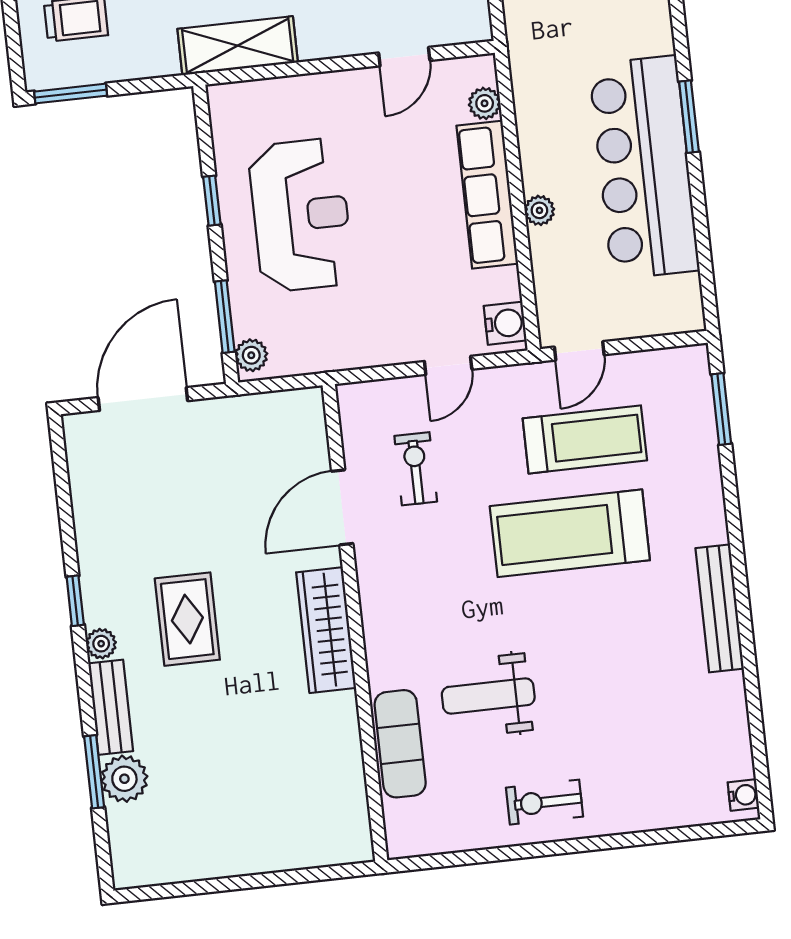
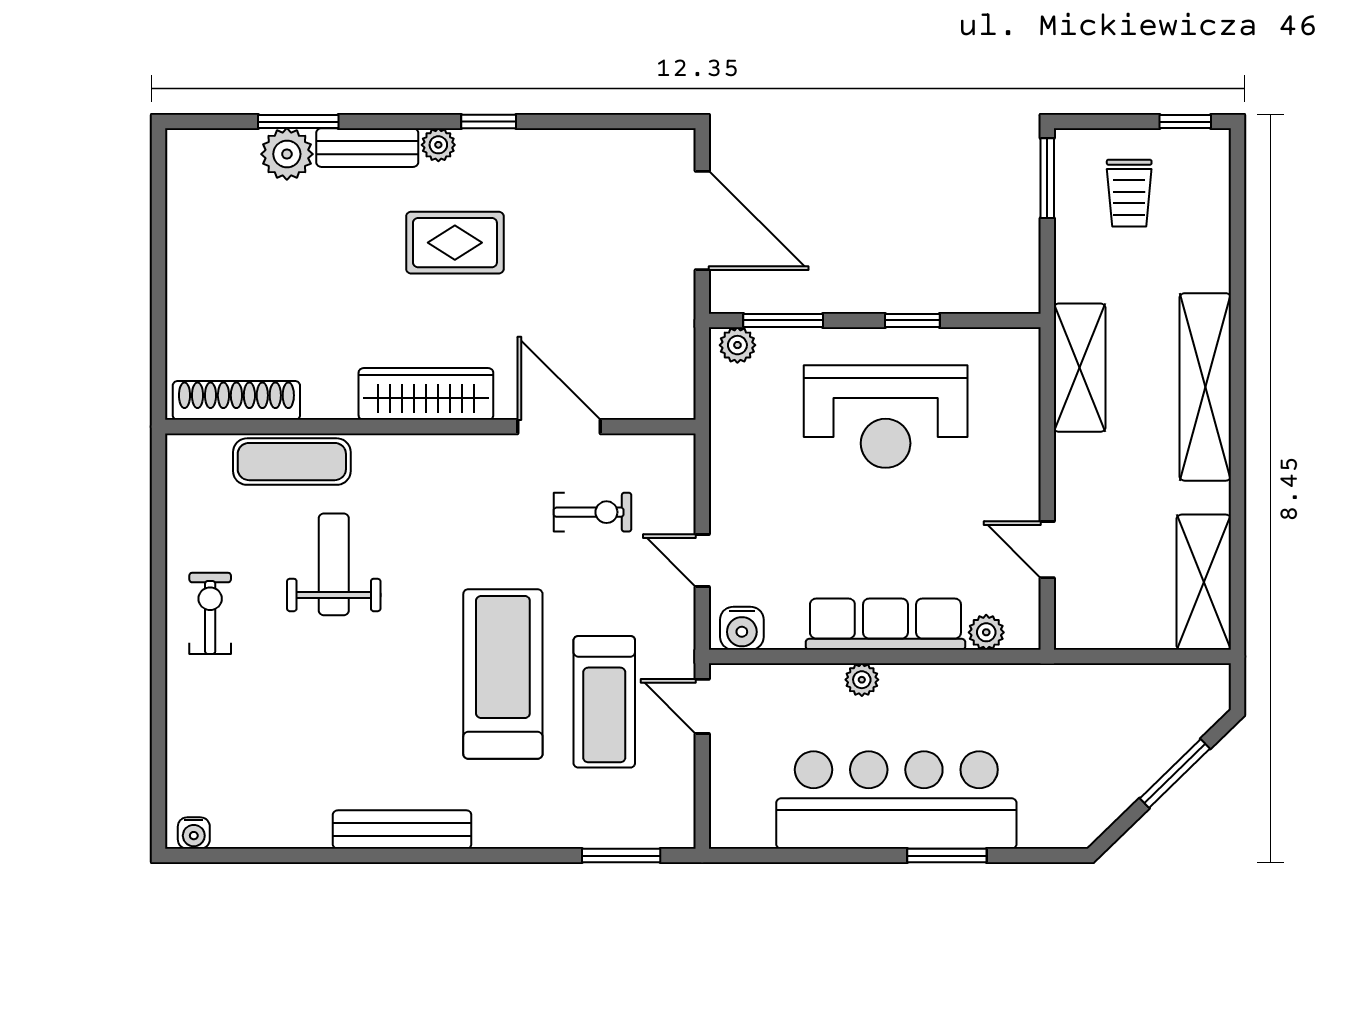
shoe rack: (351, 800) -> (236, 400), added

